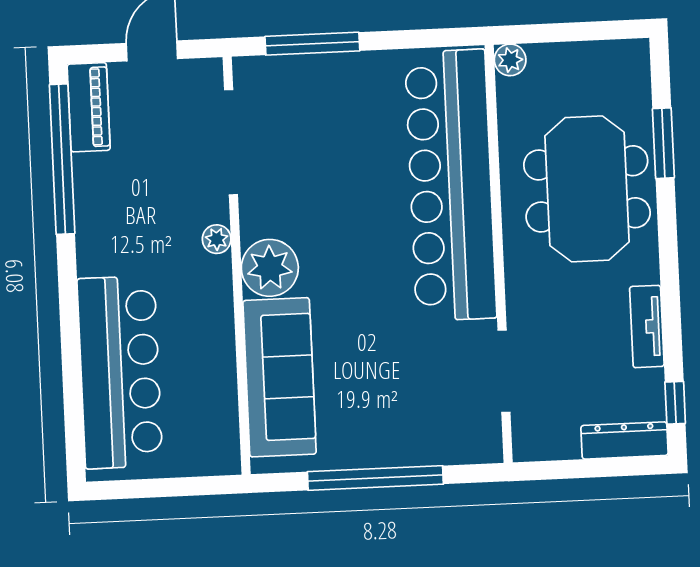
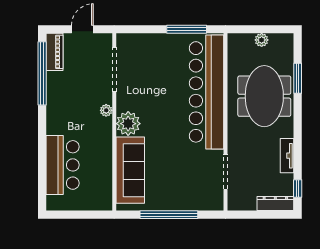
window: (312, 44) -> (187, 29), moved
plant: (510, 60) -> (262, 40), moved
bar counter: (120, 372) -> (63, 165), width x0.73

